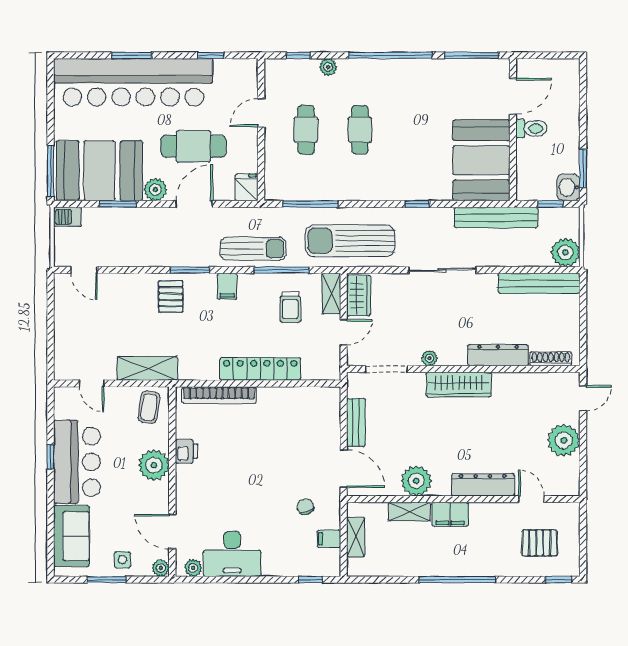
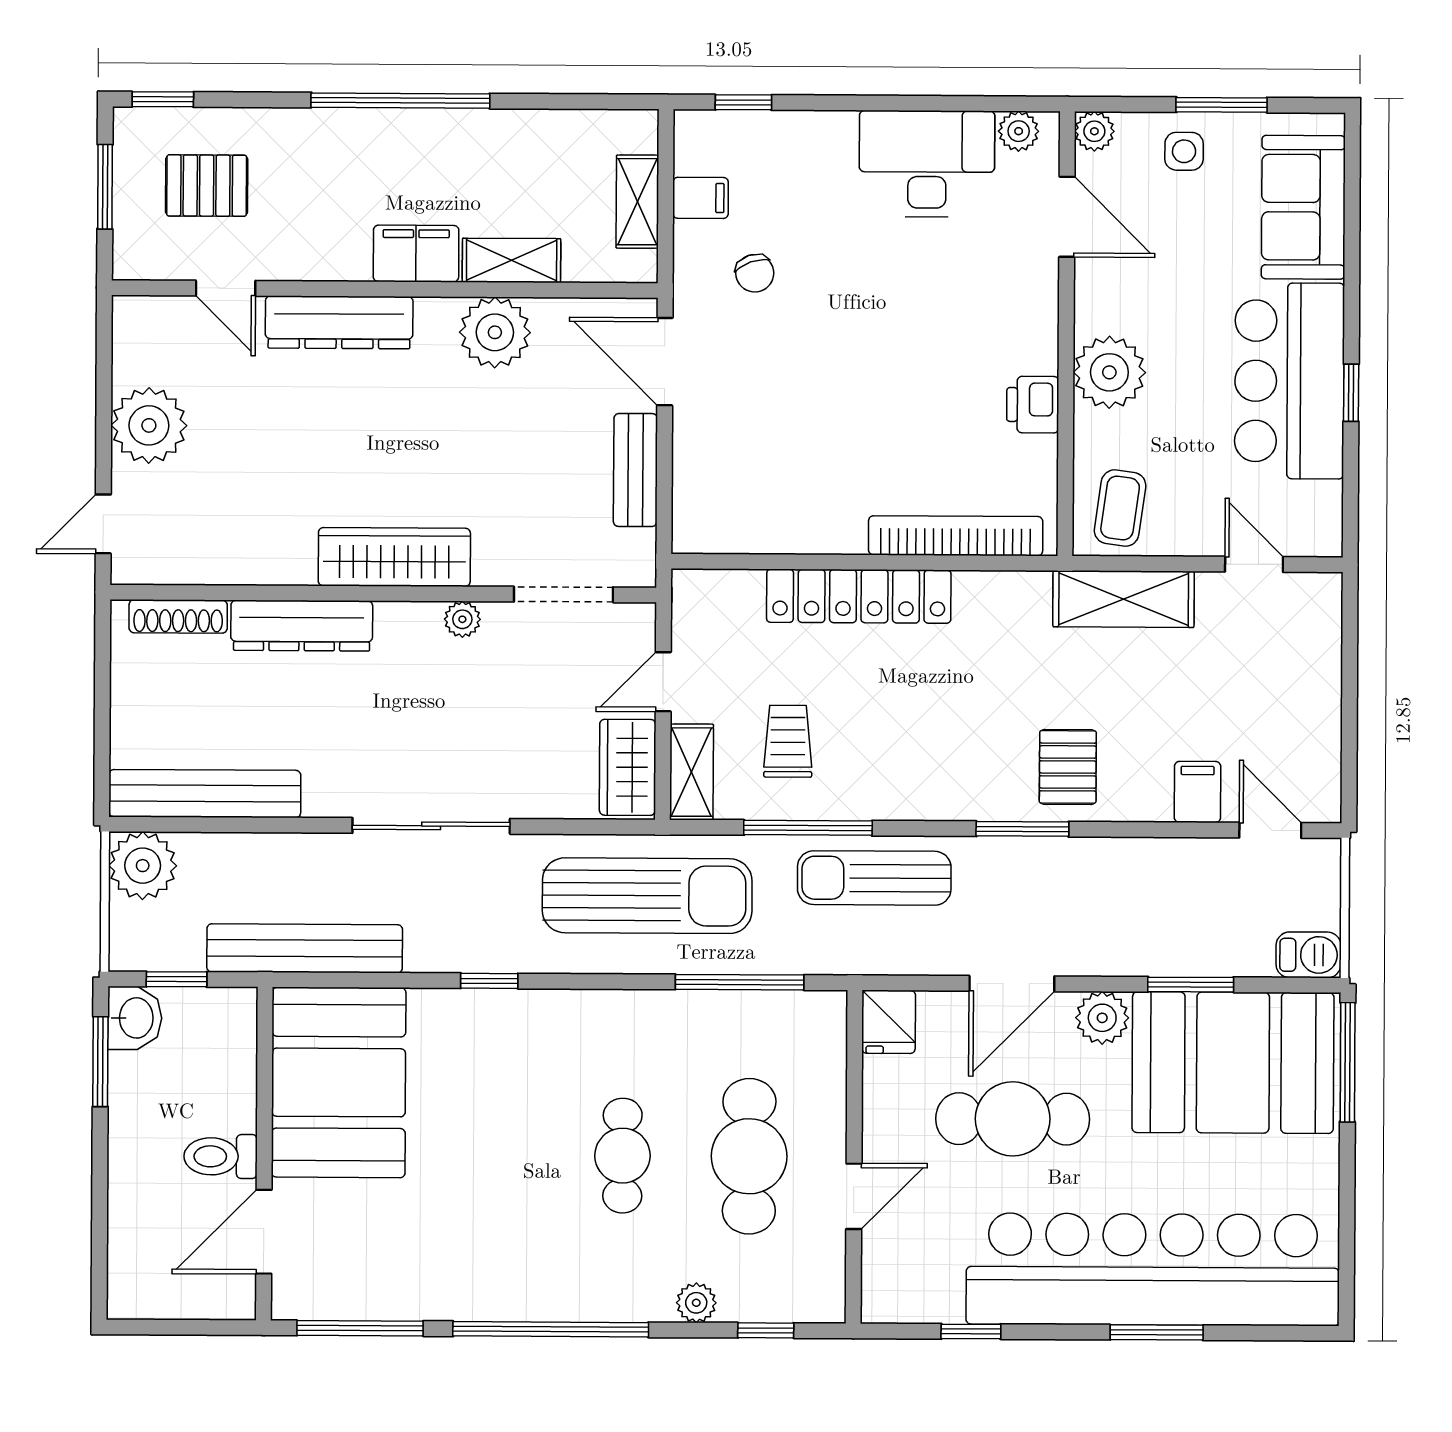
cafe table: (306, 130) -> (749, 1156), width x1.37, depth x1.35
filing cabinet: (227, 286) -> (1197, 792), moved
window: (583, 542) -> (105, 187), added

